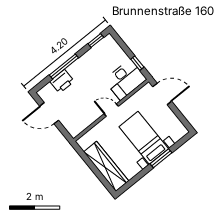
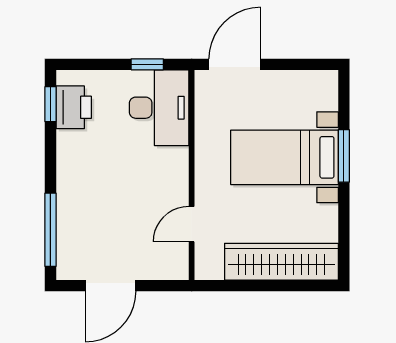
window: (64, 66) -> (50, 230), moved
printer: (62, 81) -> (74, 107), moved
door: (111, 110) -> (192, 224), moved

